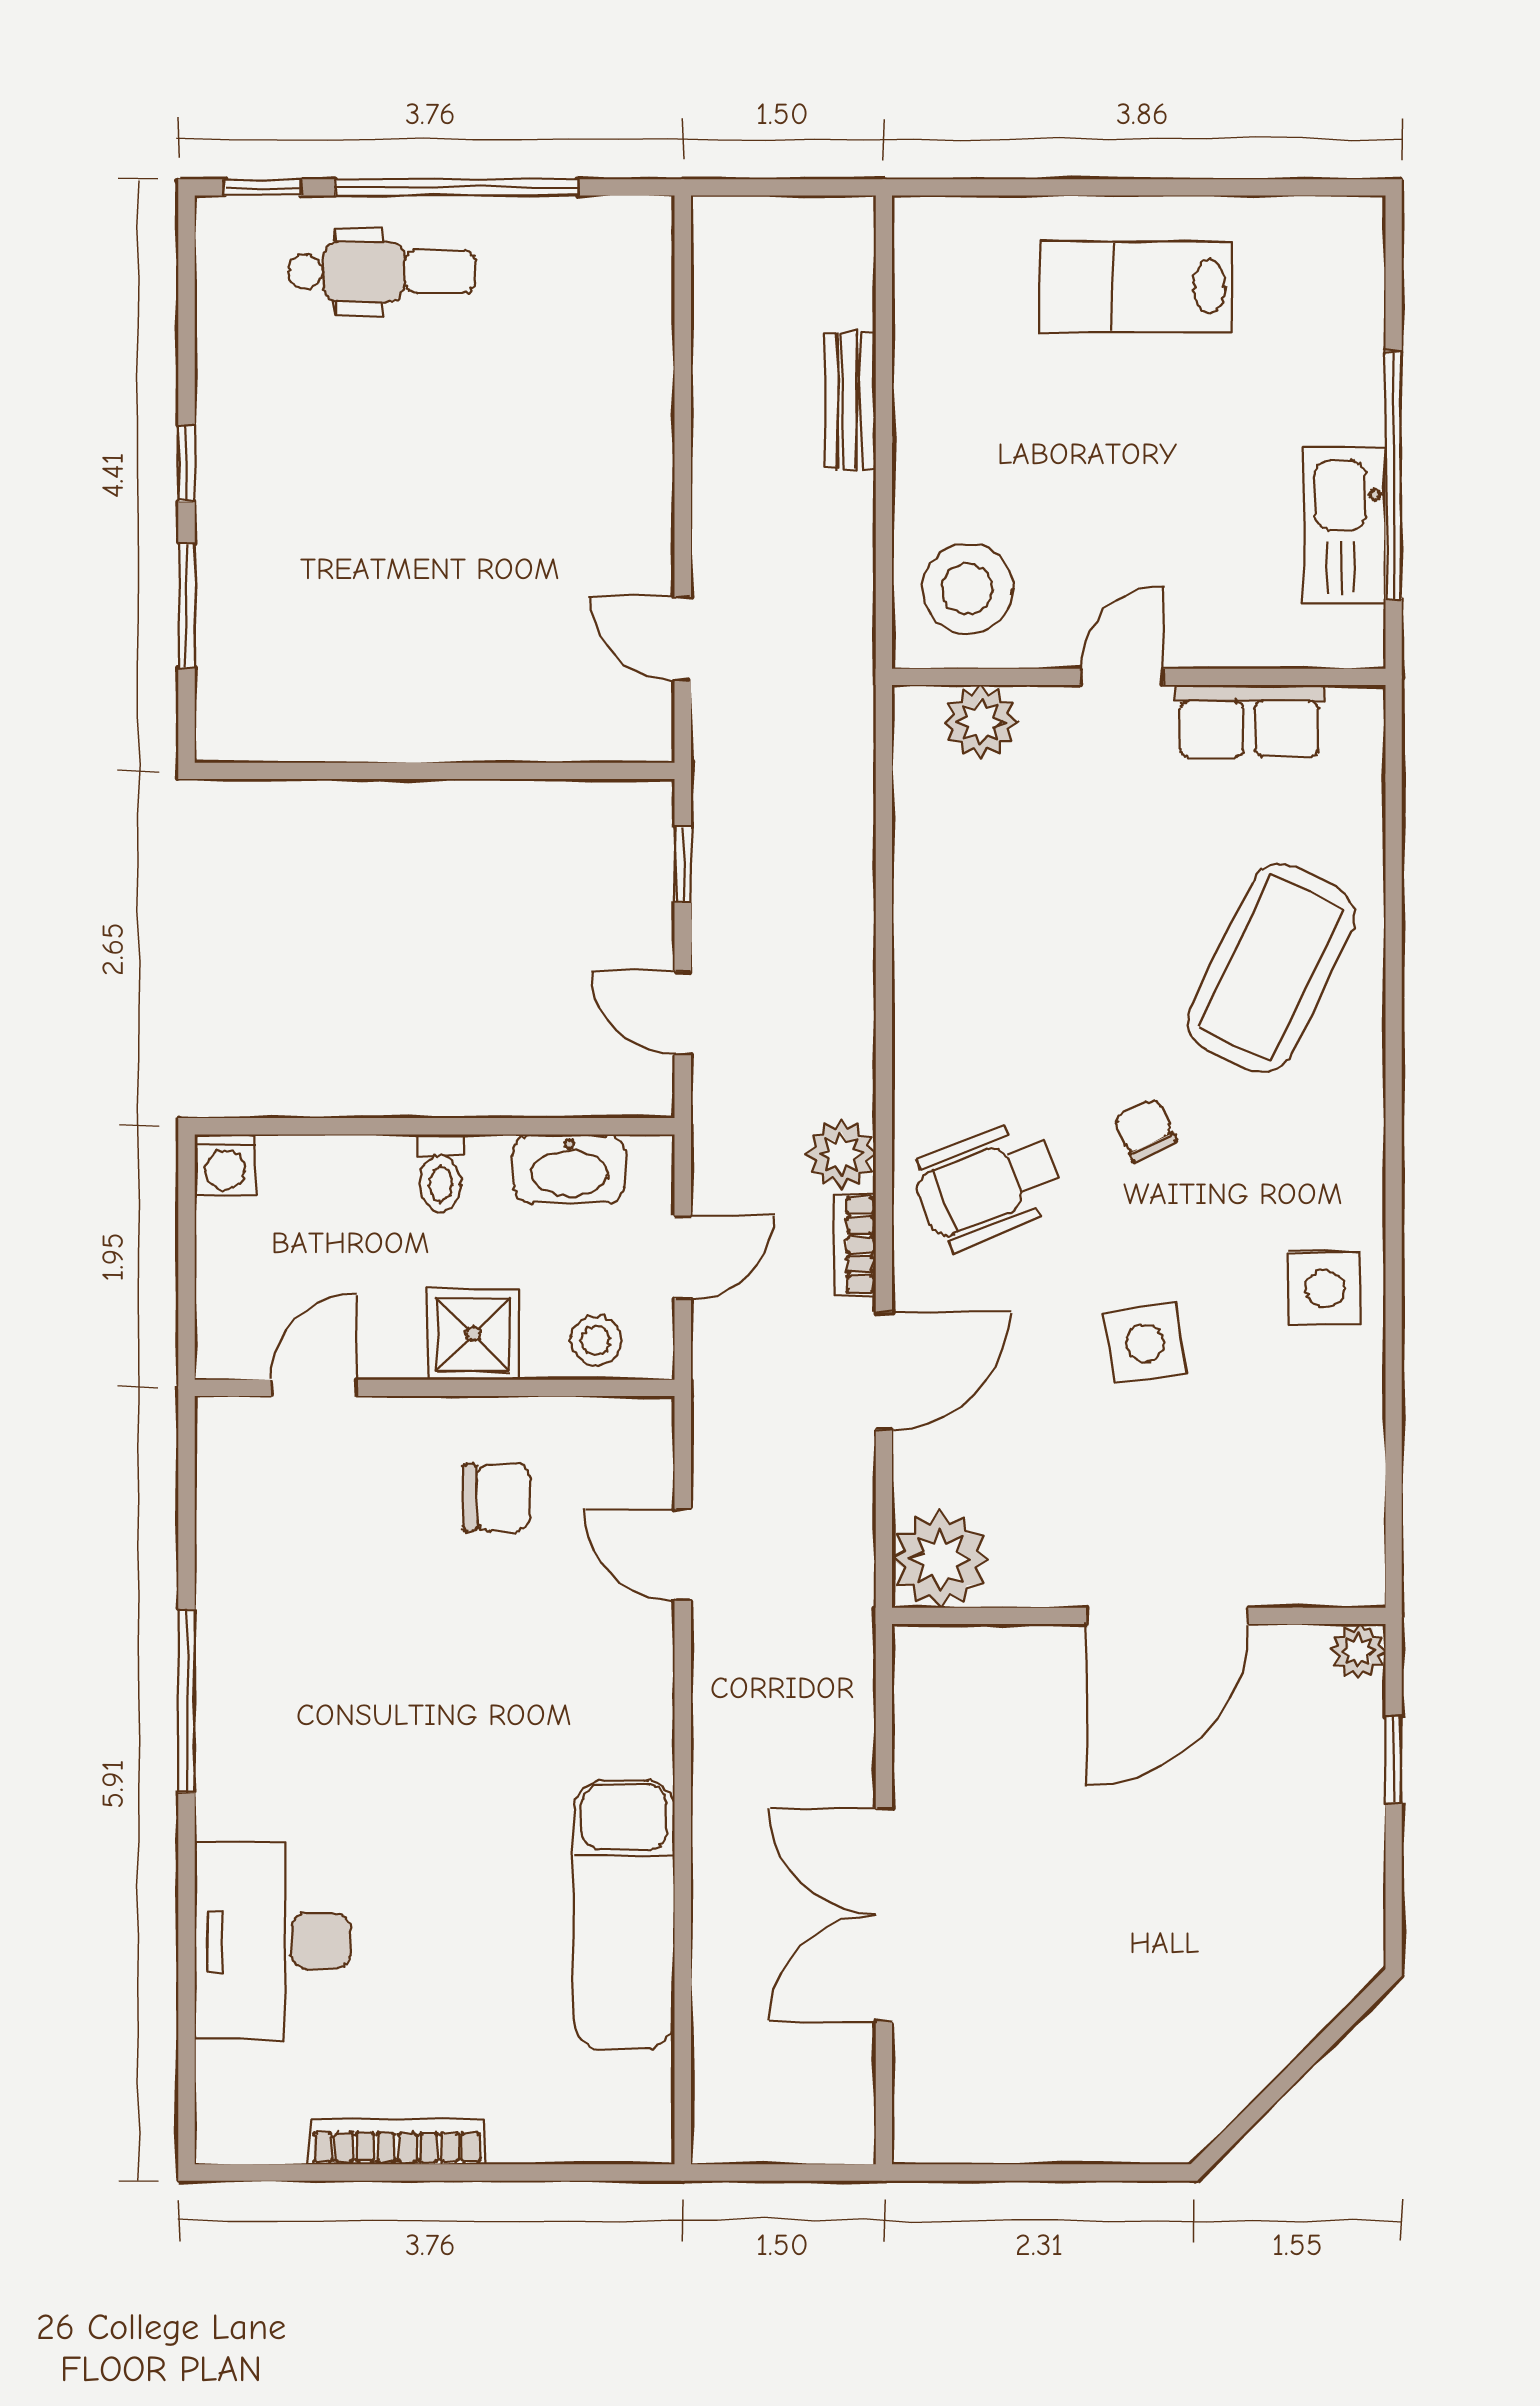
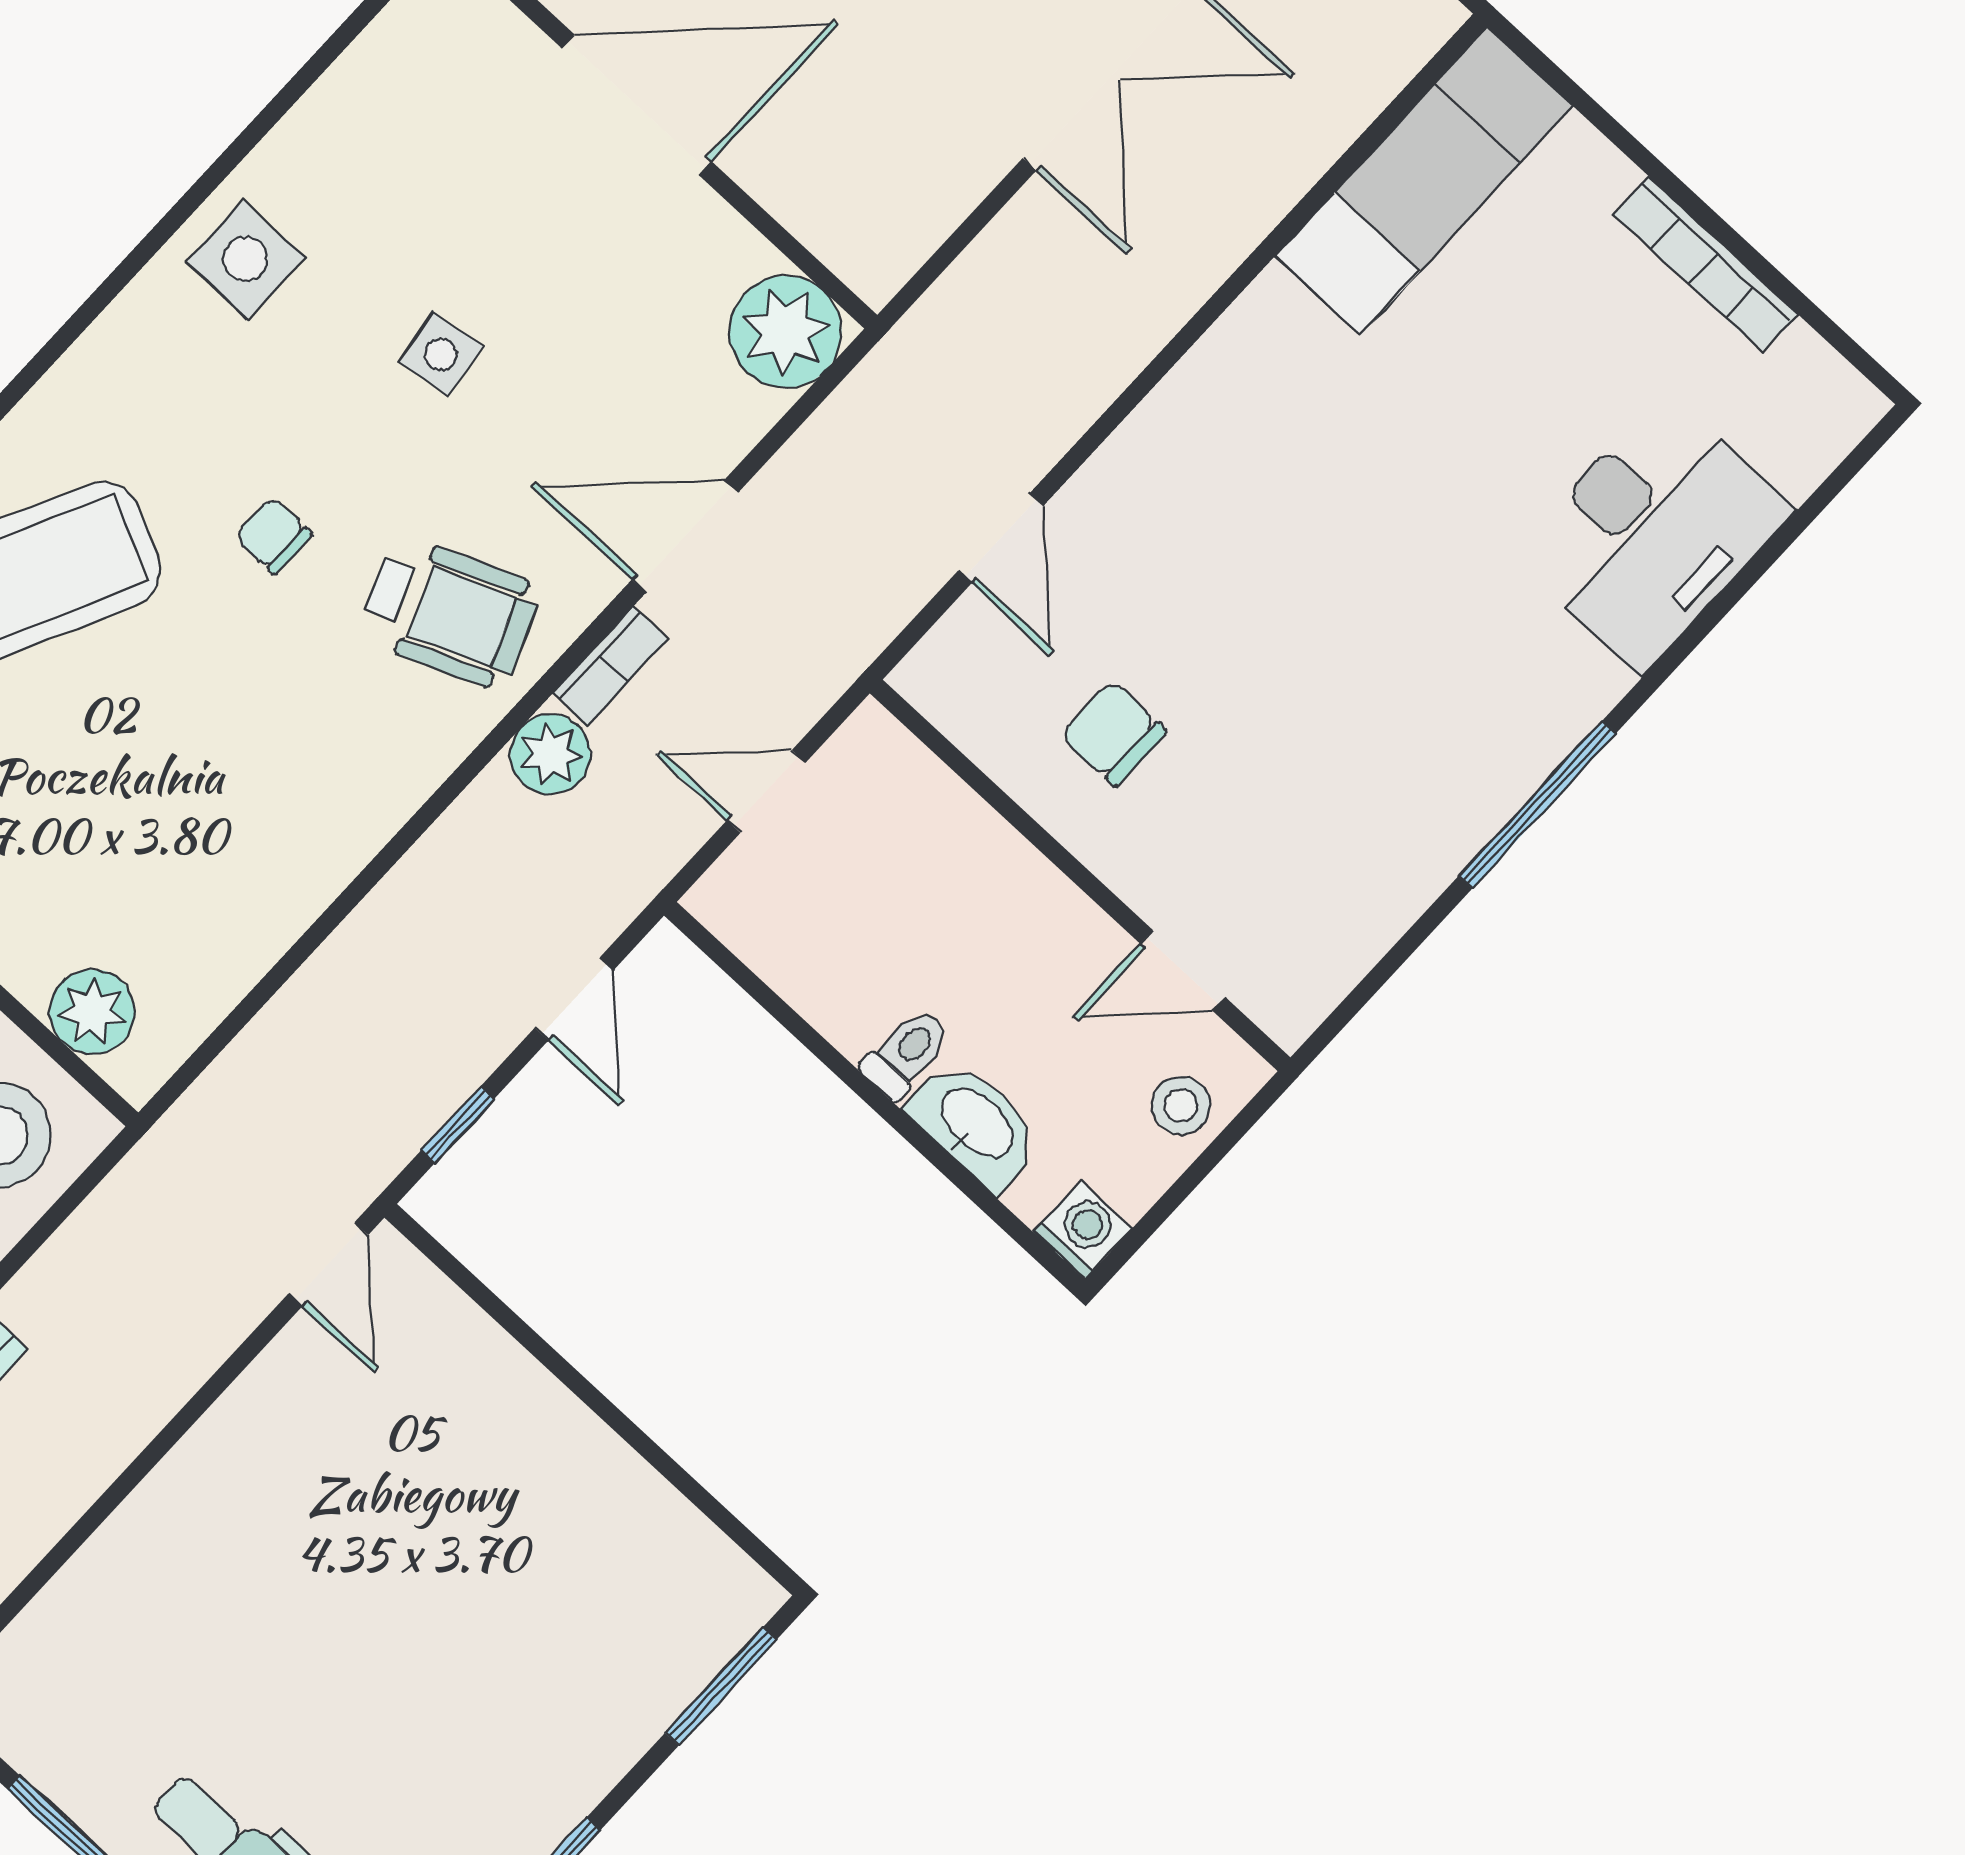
window: (186, 606) -> (721, 1686), moved
door: (683, 639) -> (328, 1264), moved
chair: (1145, 1130) -> (273, 536), turned 115
washbasin: (569, 1169) -> (976, 1124), moved
shower: (473, 1334) -> (1005, 890), removed
stool: (596, 1340) -> (1181, 1105), moved
side table: (1145, 1343) -> (441, 354), width x0.73, depth x0.73
exam couch: (624, 1915) -> (1424, 181), moved

